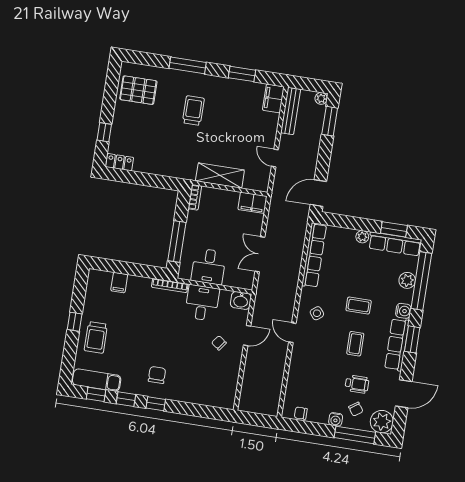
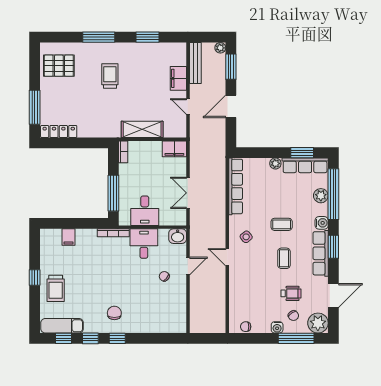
filing cabinet: (273, 98) -> (178, 78), moved
window: (104, 132) -> (35, 107), width x2.17
locker: (120, 162) -> (59, 131), width x1.53
door: (318, 193) -> (231, 106), moved

